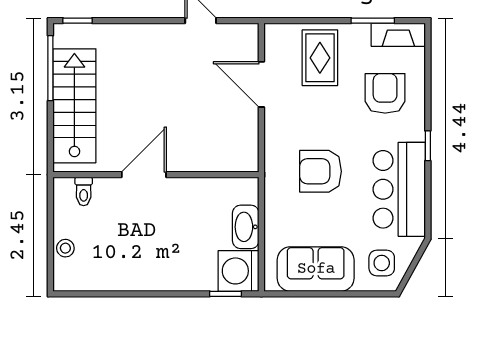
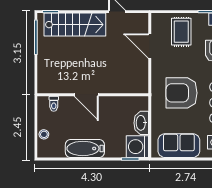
stairs: (74, 106) -> (75, 25), moved, turned 90
armchair: (321, 171) -> (182, 93), width x1.36, depth x1.36
door: (144, 175) -> (86, 95), swing flipped
bathtub: (141, 274) -> (85, 148), added

